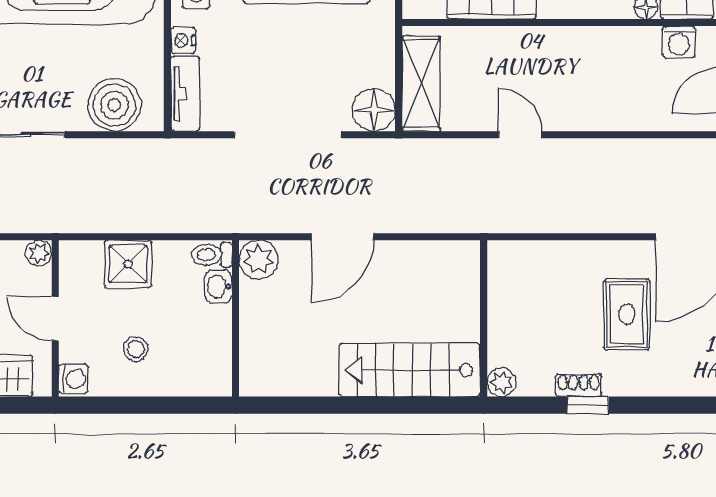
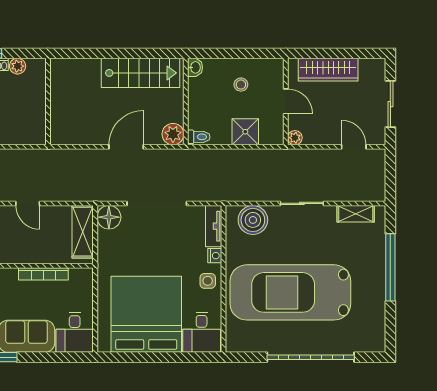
washbasin: (219, 286) -> (195, 67), moved
stairs: (410, 370) -> (140, 73), moved
washing machine: (73, 379) -> (276, 68), removed
plant: (501, 382) -> (18, 66), moved

